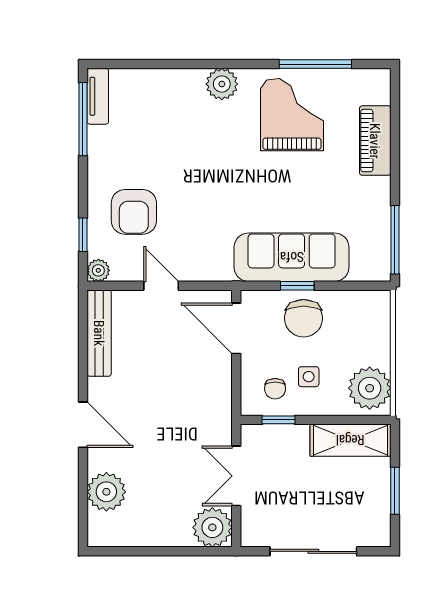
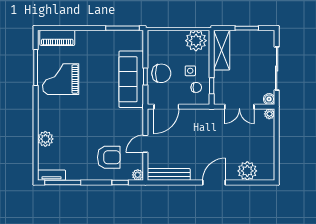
plant: (222, 84) -> (45, 139), moved
piano: (375, 141) -> (57, 38), moved
plant: (212, 527) -> (269, 114), width x0.53, depth x0.53
boiler: (252, 536) -> (269, 99), added

